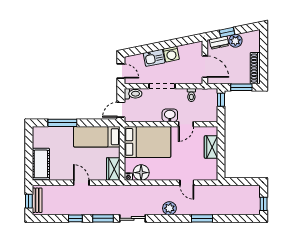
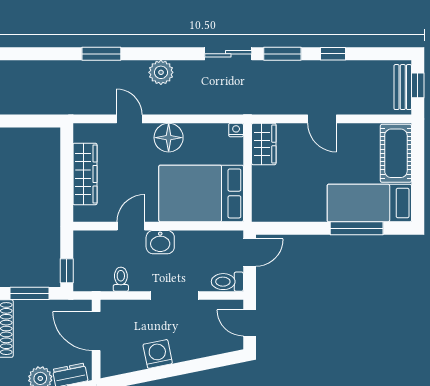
kitchen sink: (154, 58) -> (189, 347), removed
bed: (97, 137) -> (369, 203), moved, turned 180
wardrobe: (211, 147) -> (85, 174), width x1.50
floor lamp: (141, 173) -> (169, 138), moved

